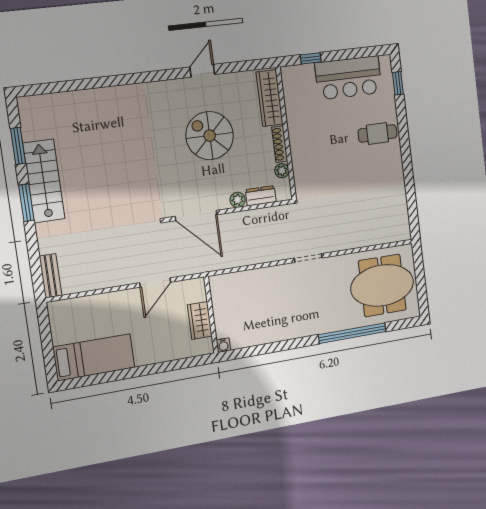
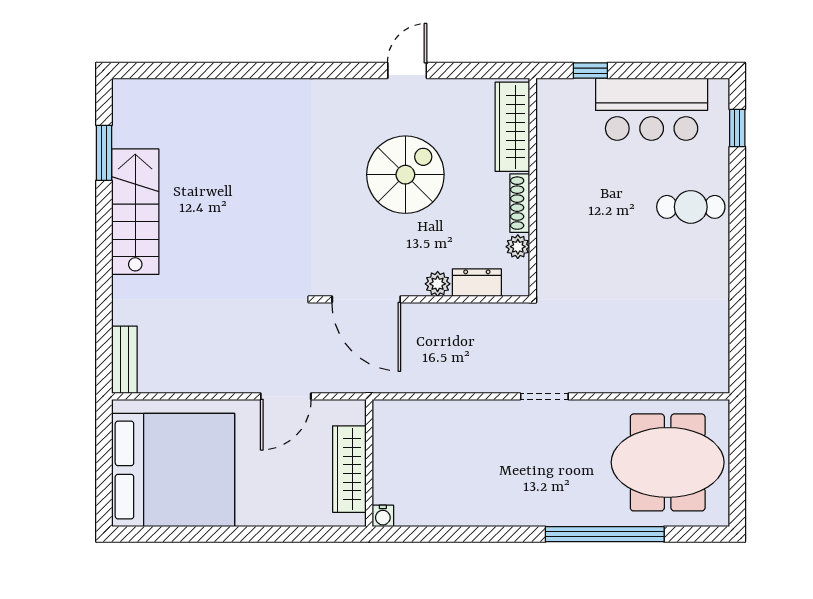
spiral stairs: (210, 136) -> (405, 175), turned 90
window: (26, 203) -> (104, 241), removed
wardrobe: (200, 320) -> (349, 469), width x1.50
bed: (94, 357) -> (173, 470), width x2.04

